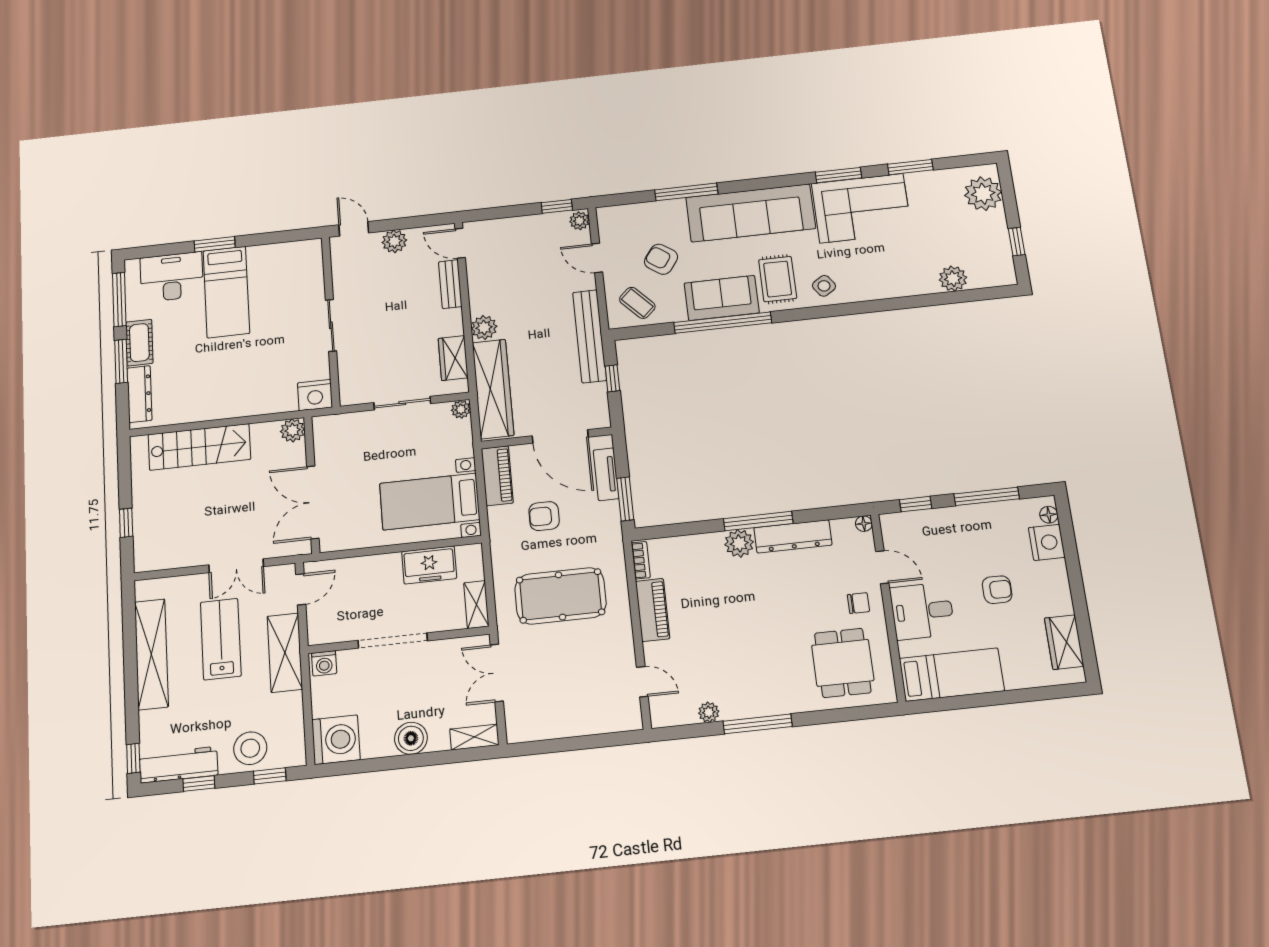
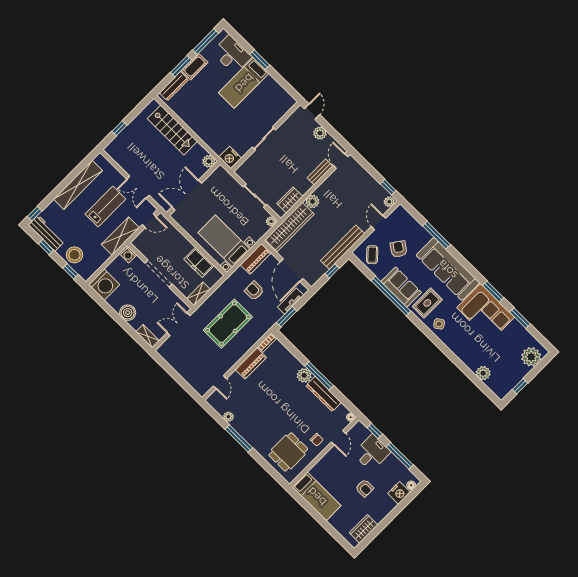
pool table: (560, 596) -> (228, 324), turned 90
desk: (922, 611) -> (372, 453), moved, turned 90

